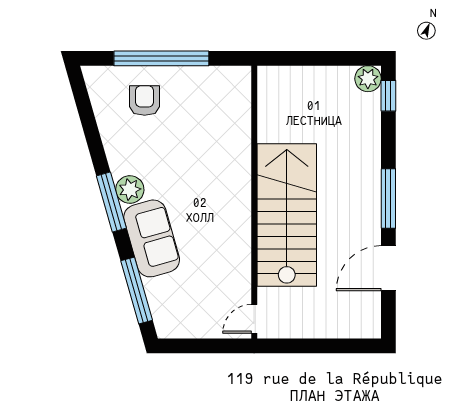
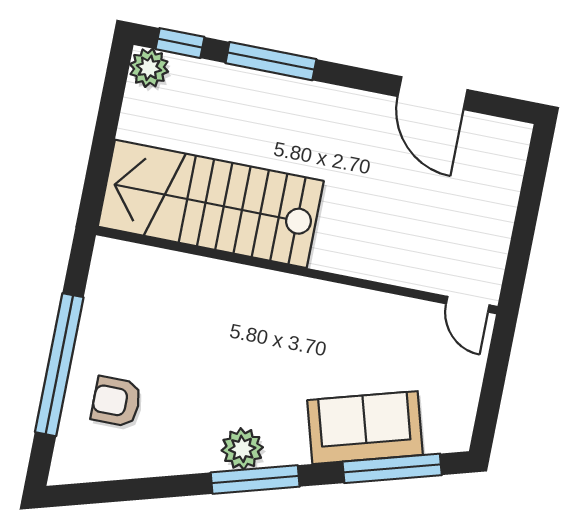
window: (388, 199) -> (271, 61), moved
stairs: (287, 215) -> (211, 204), moved
sofa: (152, 238) -> (365, 428), moved

